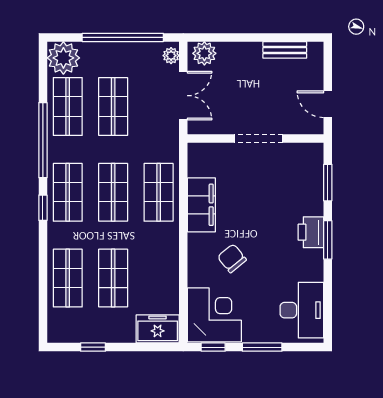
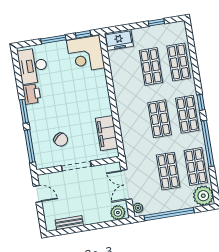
window: (328, 183) -> (30, 146), width x1.44
shop shelf: (159, 192) -> (132, 123), removed
filing cabinet: (201, 205) -> (107, 133), moved
printer: (311, 232) -> (32, 94), moved
chair: (232, 258) -> (61, 140), moved

